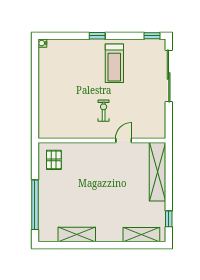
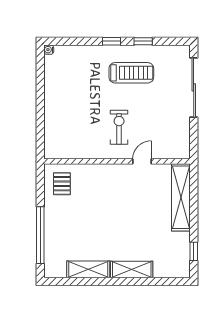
window: (152, 36) -> (143, 41), moved
treadmill: (114, 63) -> (131, 73), turned -90
exercise bike: (104, 111) -> (119, 127), width x1.38, depth x1.39
shelving: (141, 235) -> (132, 270), moved

